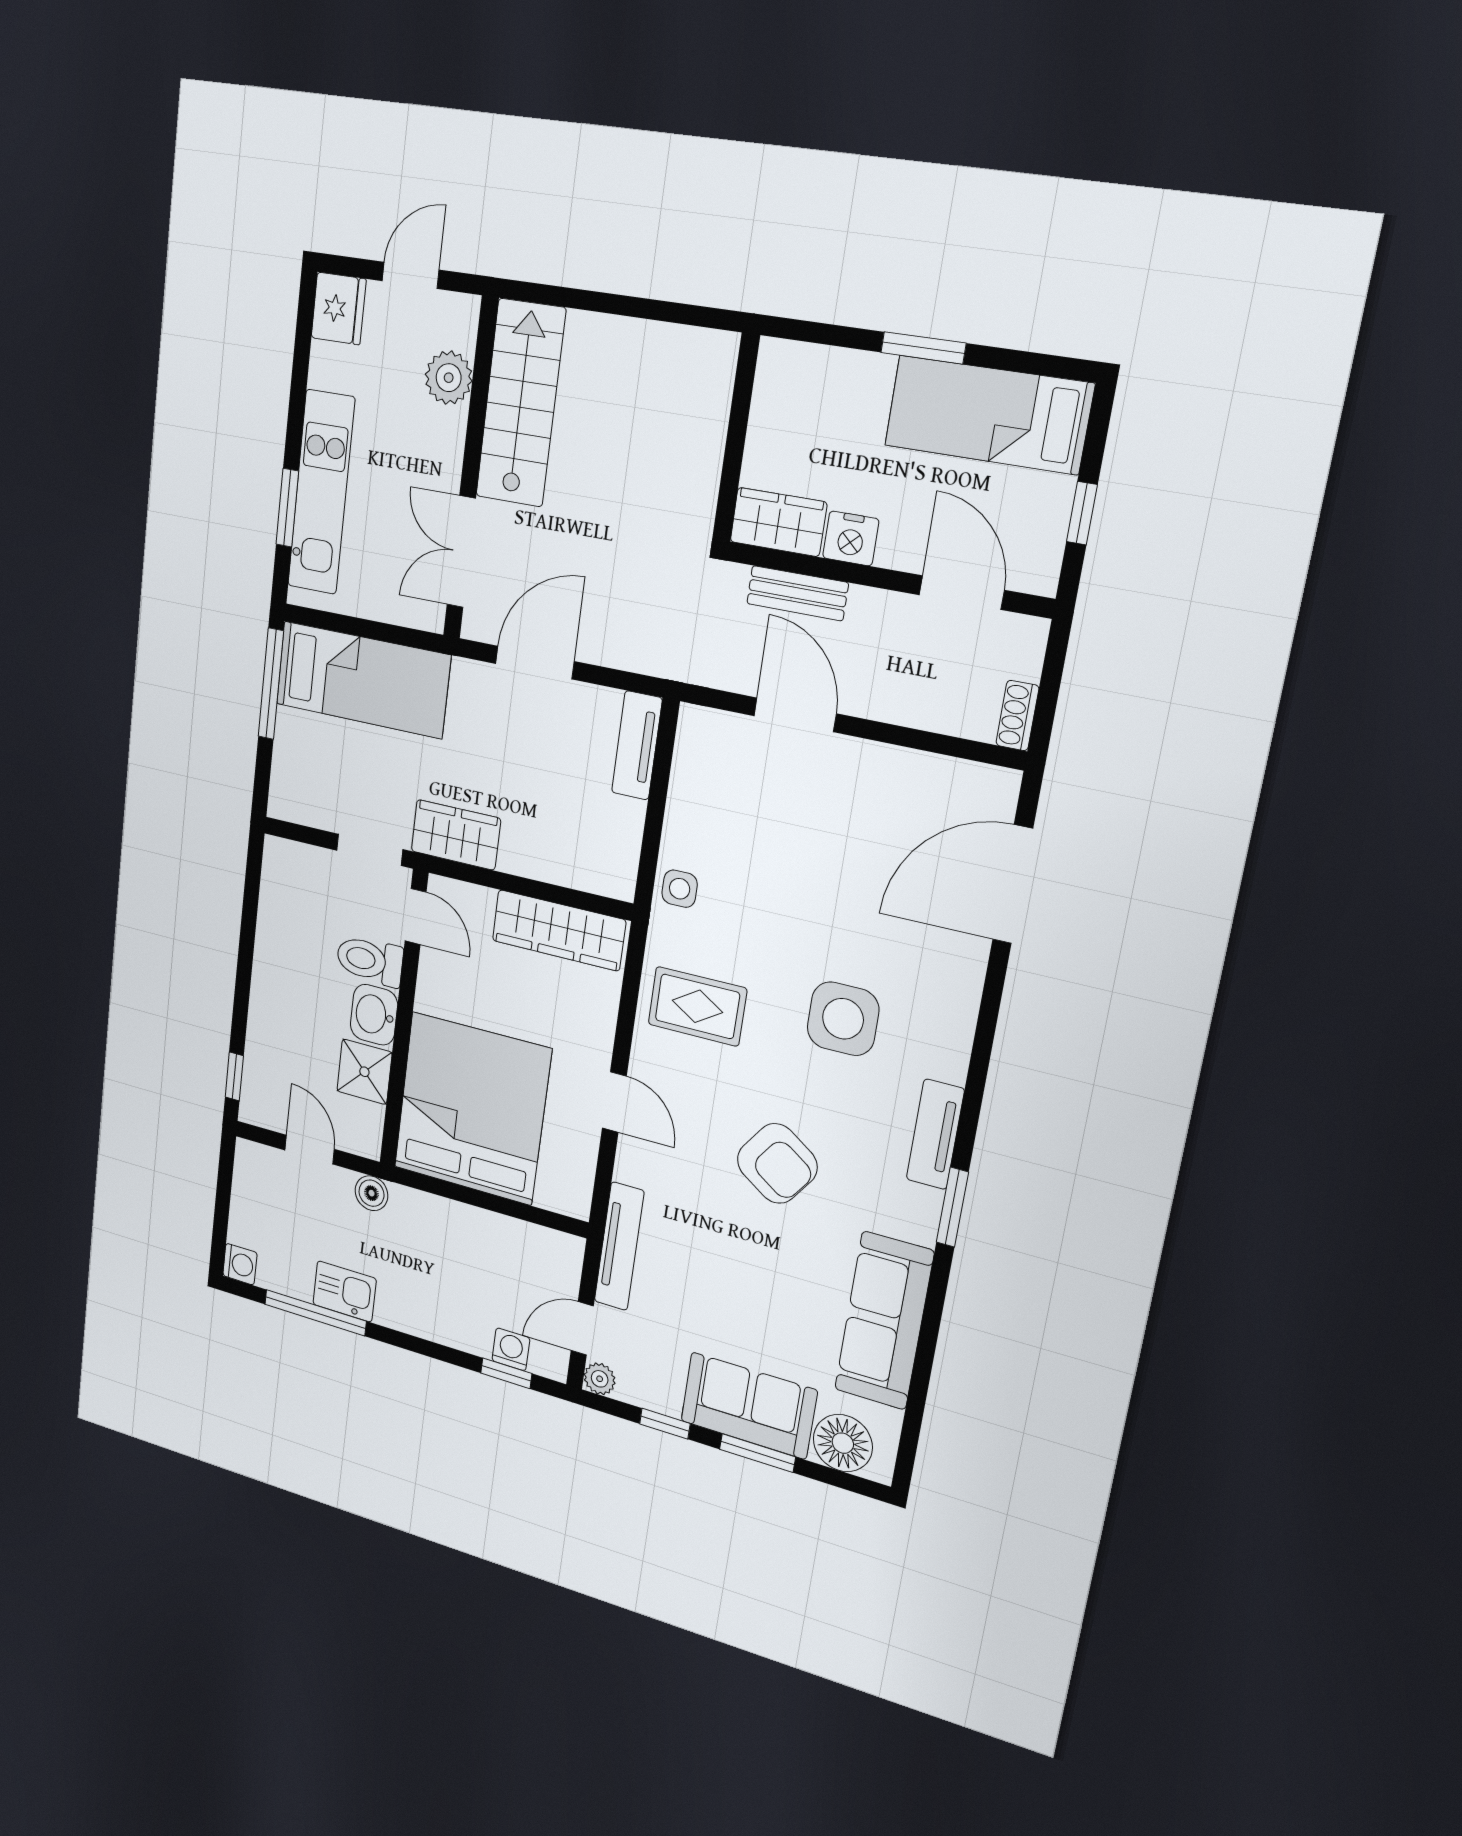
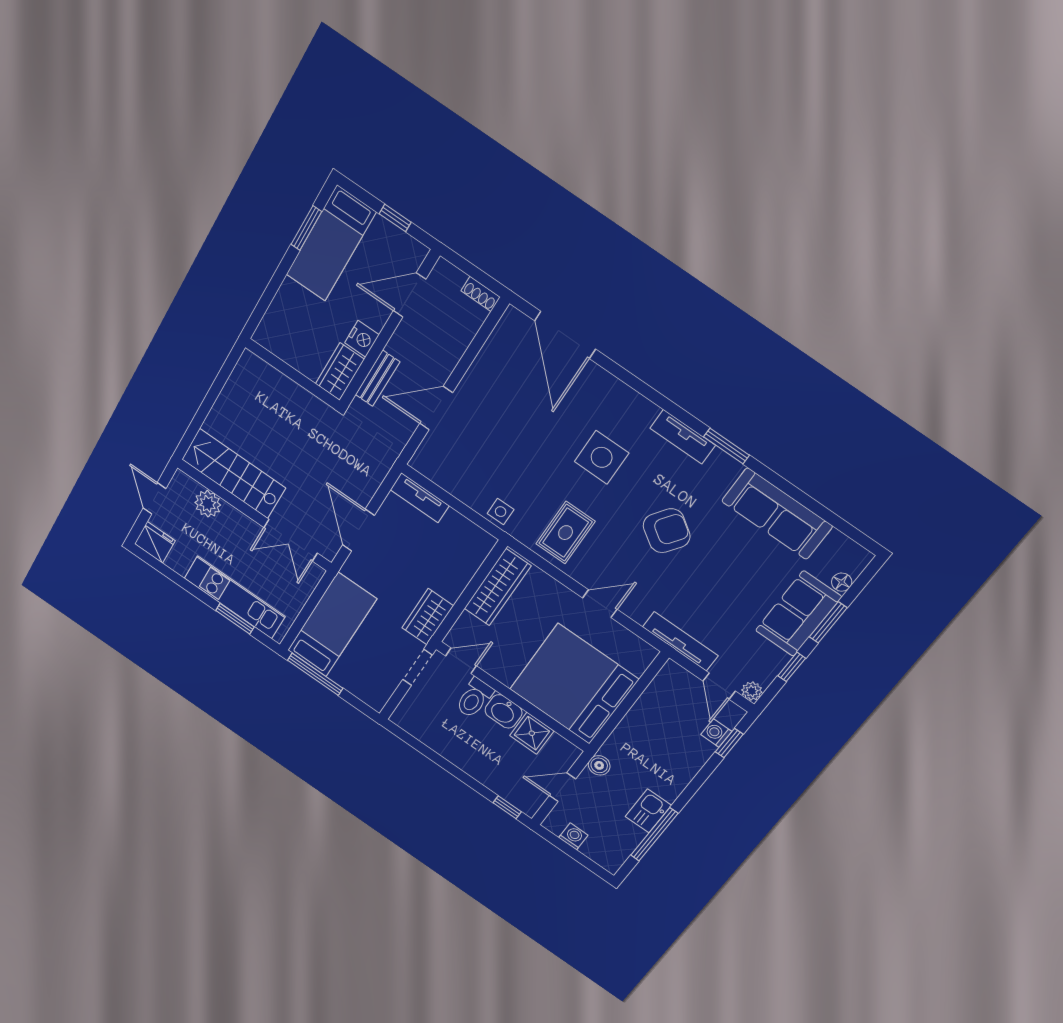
window: (923, 348) -> (306, 228), moved
washing machine: (240, 1264) -> (573, 836), moved
floor lamp: (843, 1443) -> (842, 582), width x0.53, depth x0.53

